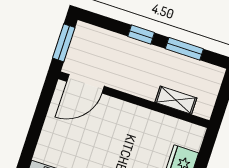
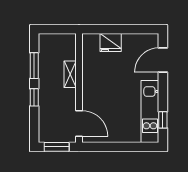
shelving: (176, 100) -> (70, 74), moved

